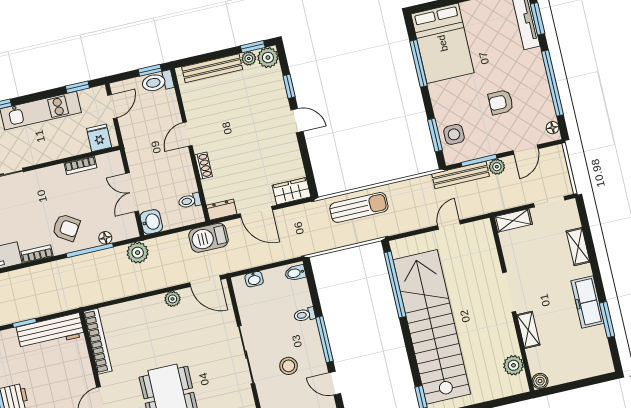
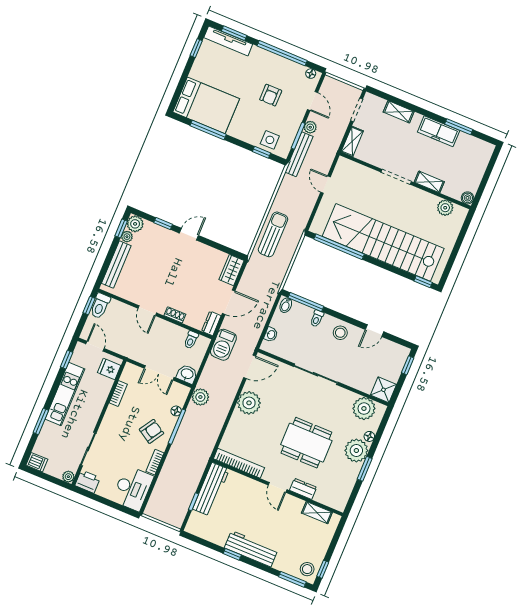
window: (435, 135) -> (261, 152), width x0.67
plant: (173, 299) -> (249, 403), width x1.87, depth x1.87
window: (324, 339) -> (306, 302), moved
stool: (289, 366) -> (340, 333), moved

